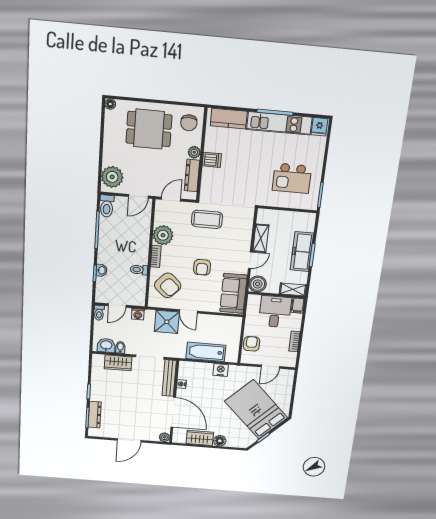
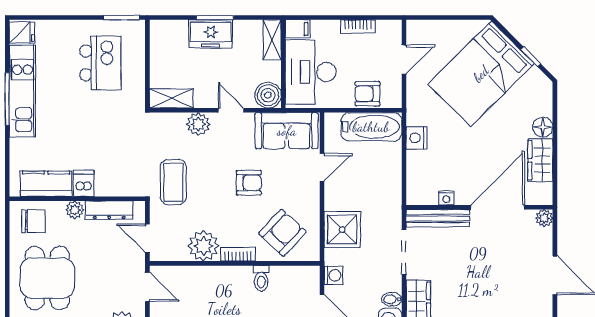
kitchen counter: (229, 119) -> (46, 184), moved, turned -90
shelving: (261, 238) -> (171, 98), moved
plant: (244, 239) -> (198, 124), added
freezer: (302, 252) -> (211, 34), width x0.71
door: (188, 311) -> (322, 167), moved
desk: (275, 312) -> (311, 72), width x1.37
bathtub: (206, 352) -> (371, 127), moved, turned -90
door: (270, 367) -> (404, 59), hinge flipped

